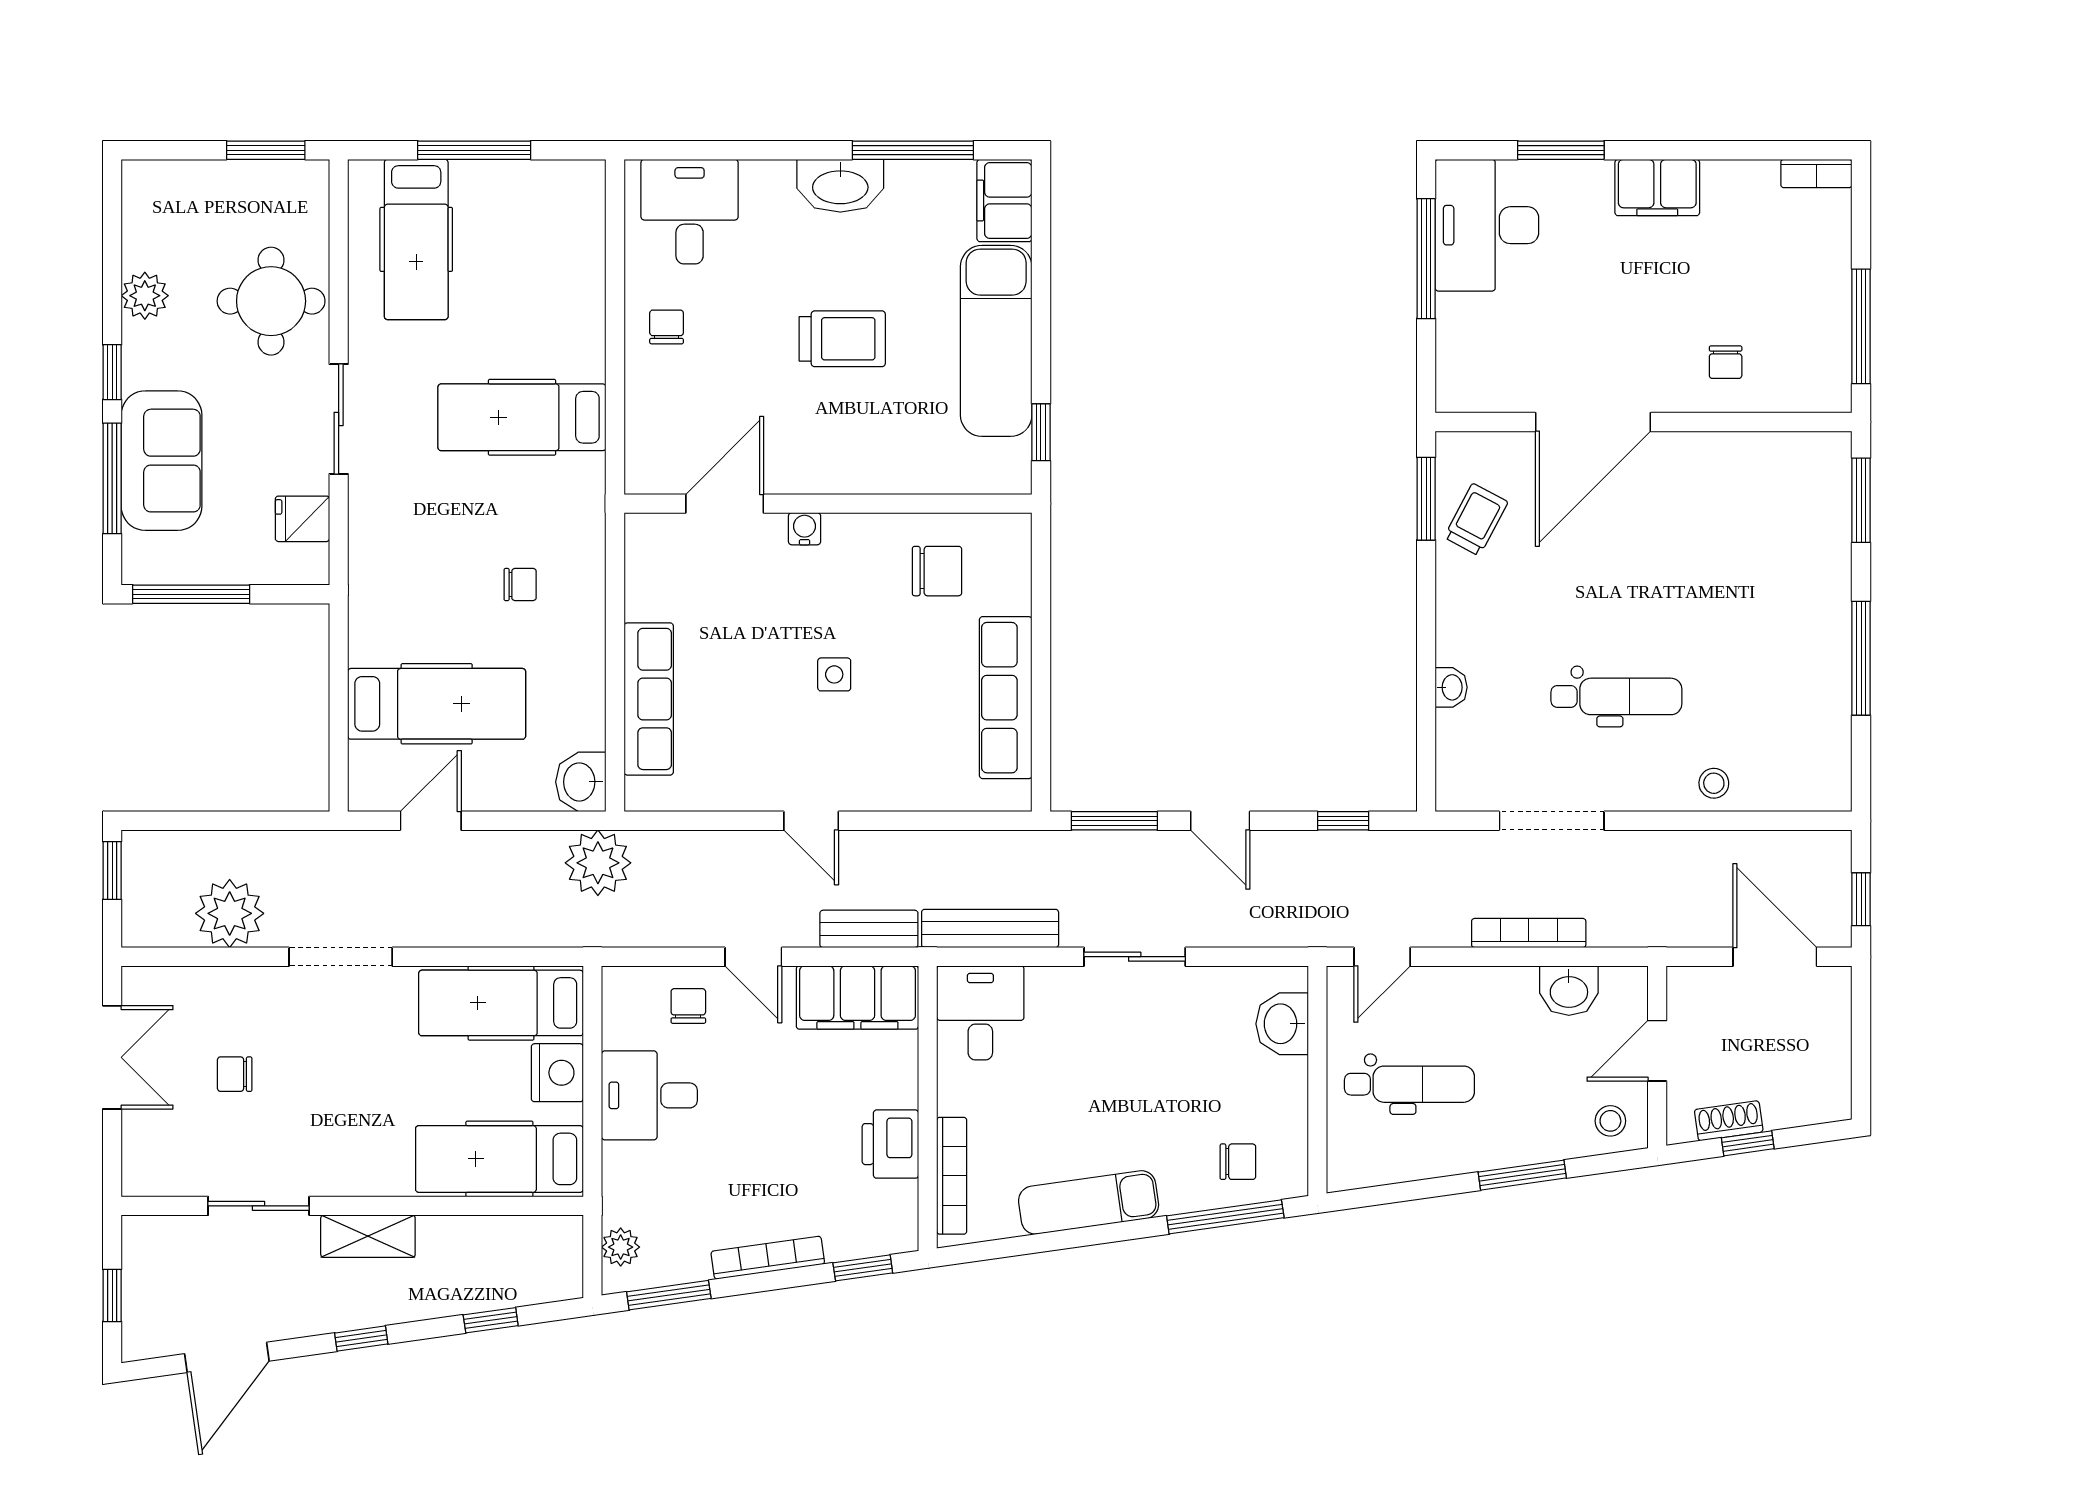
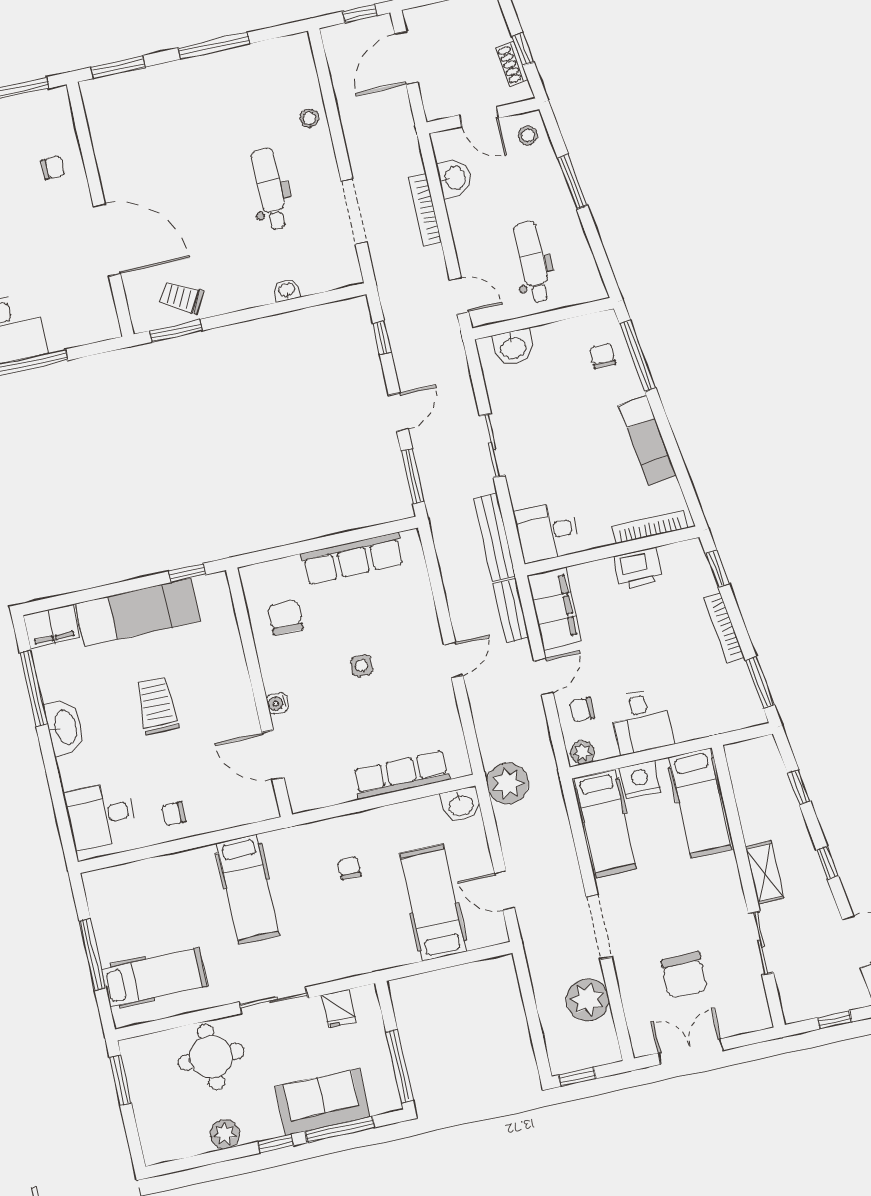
chair: (235, 1074) -> (684, 975), width x1.87, depth x1.87
plant: (621, 1247) -> (582, 752), moved

